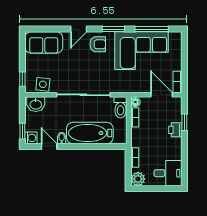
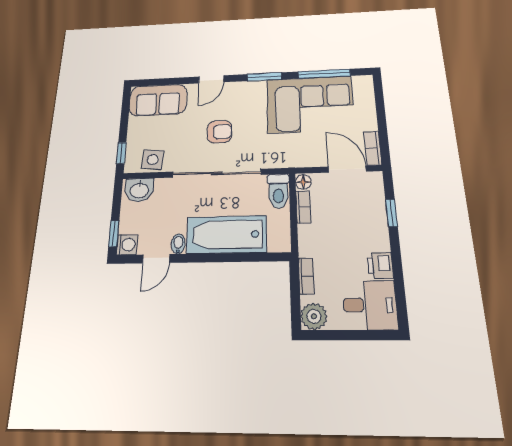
armchair: (98, 44) -> (219, 132), moved
printer: (175, 130) -> (380, 266), moved
door: (49, 146) -> (156, 259), swing flipped

